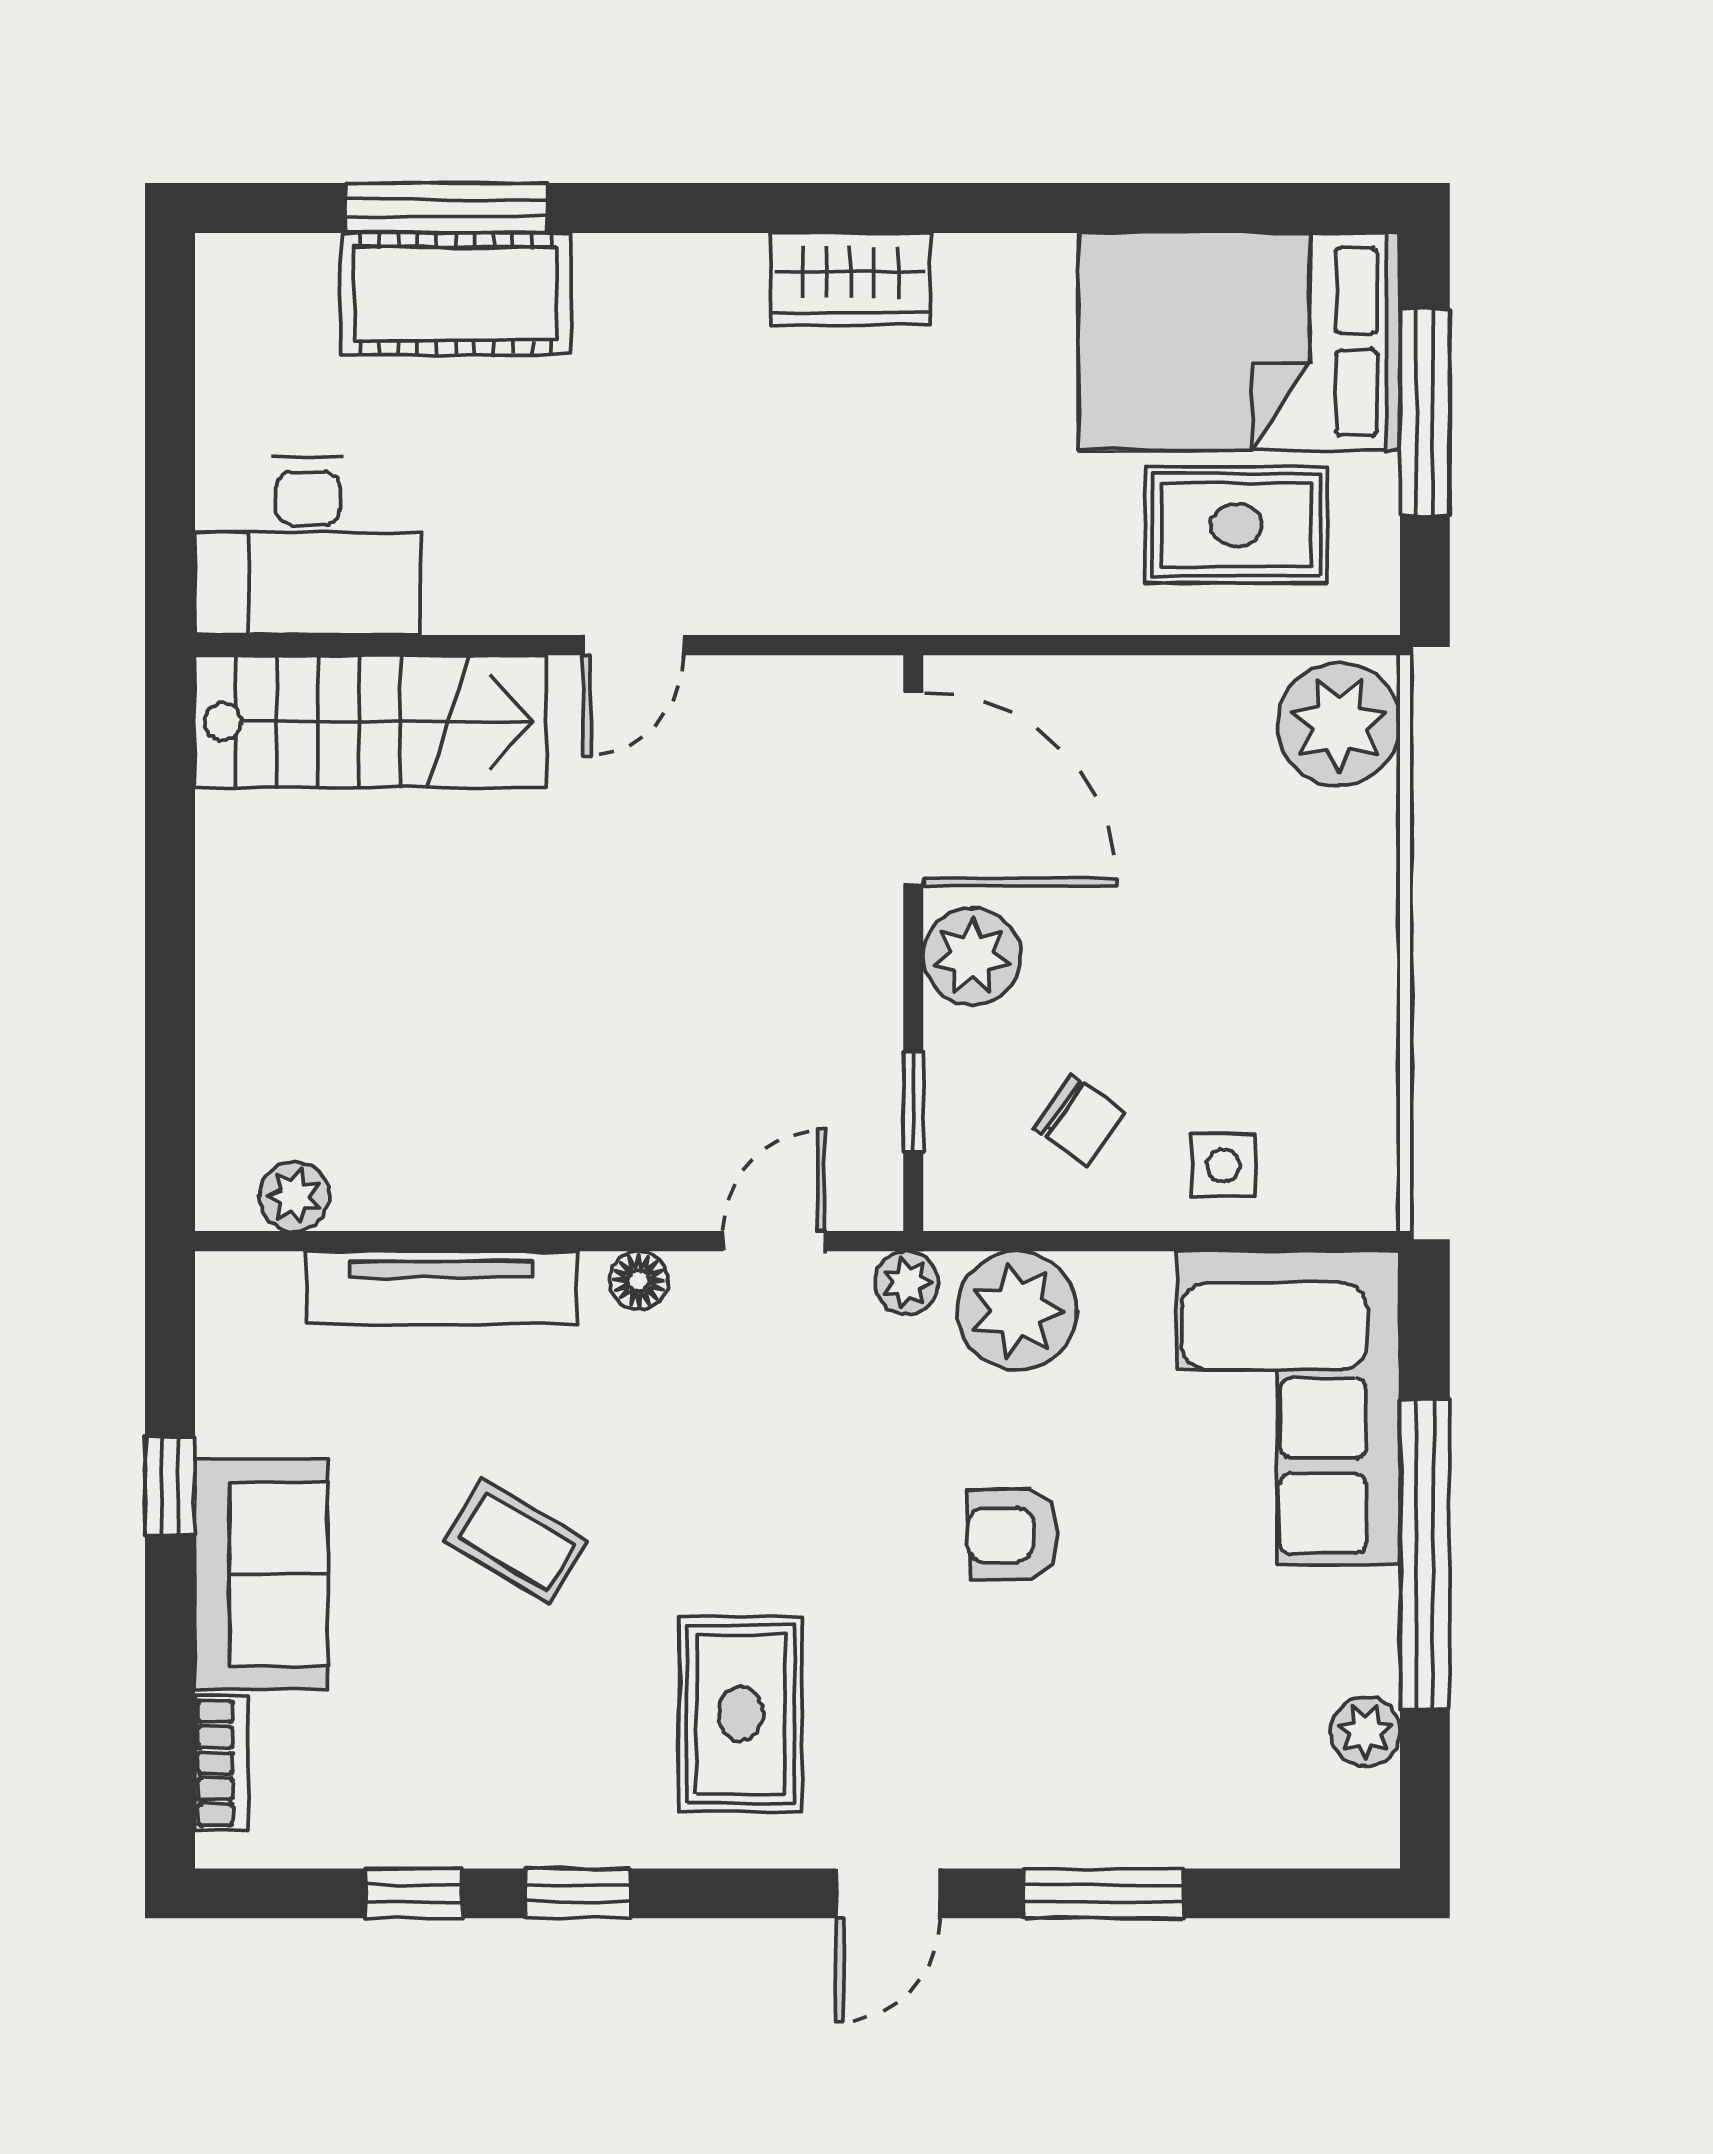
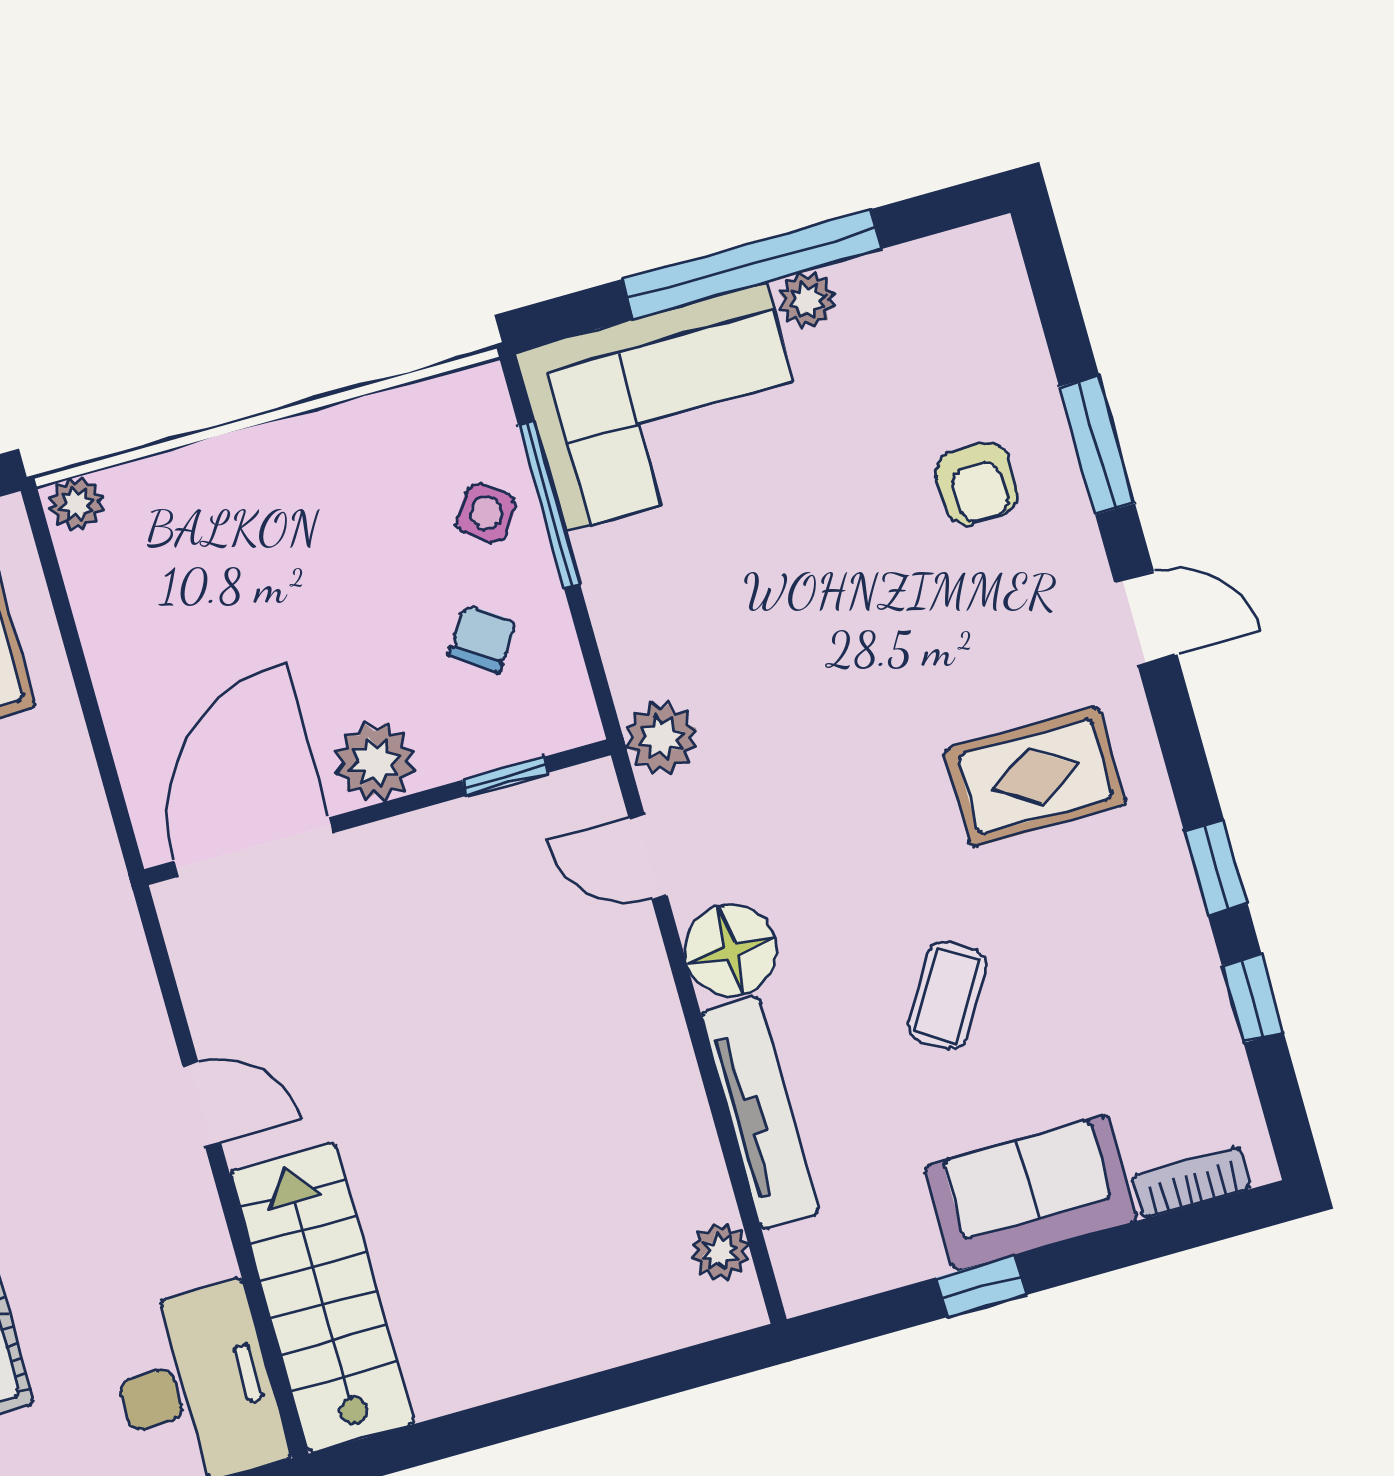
plant: (1339, 724) -> (77, 504), width x0.53, depth x0.53
side table: (1223, 1165) -> (486, 513), turned 35
window: (1213, 1241) -> (549, 505), added
floor lamp: (639, 1280) -> (731, 951), width x1.89, depth x1.89
plant: (907, 1283) -> (661, 738), width x1.38, depth x1.38
plant: (1017, 1311) -> (649, 646), removed
armchair: (1013, 1534) -> (977, 484), moved
plant: (1365, 1732) -> (807, 300), moved

